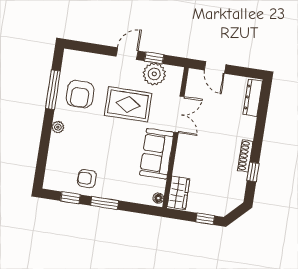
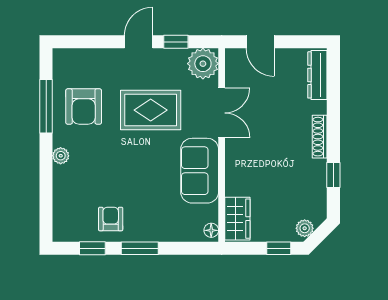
plant: (154, 74) -> (203, 64), moved
shoe rack: (245, 156) -> (320, 137), moved
armchair: (87, 179) -> (111, 219), turned 90
plant: (226, 207) -> (305, 228), added

